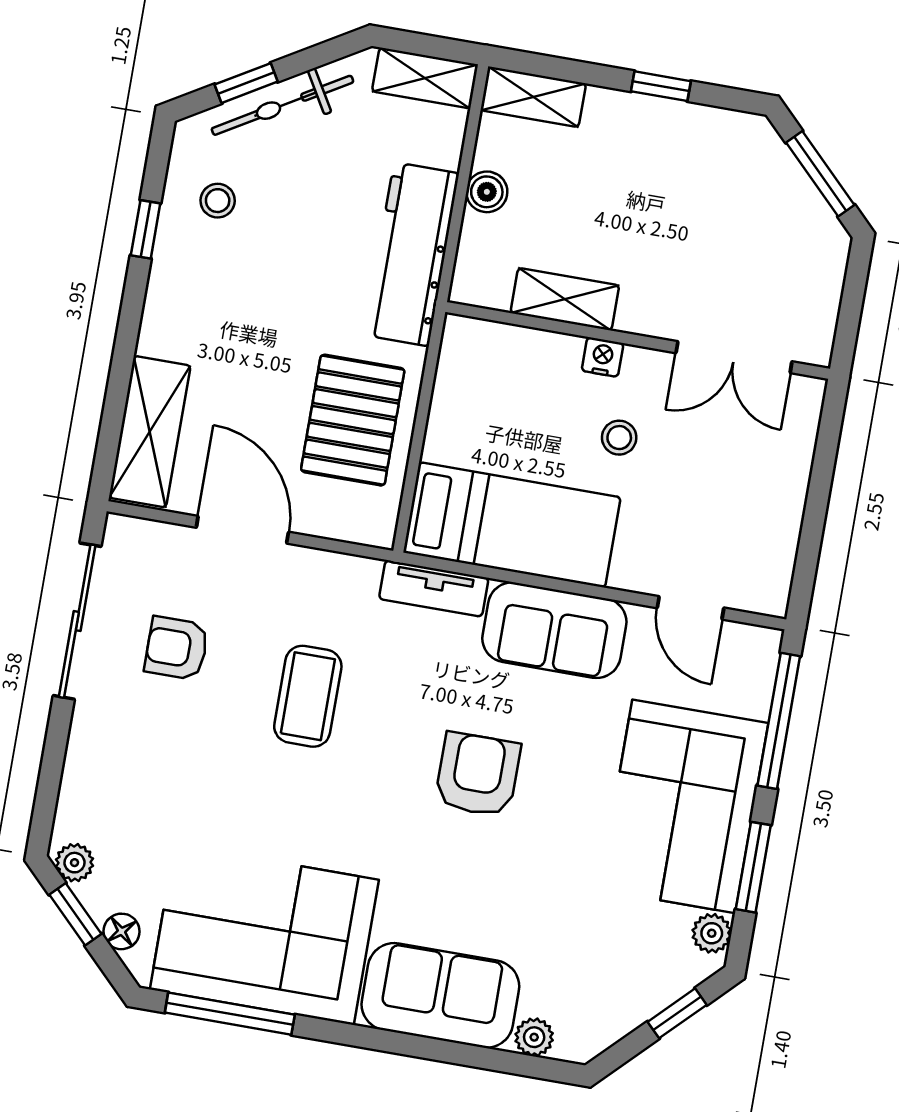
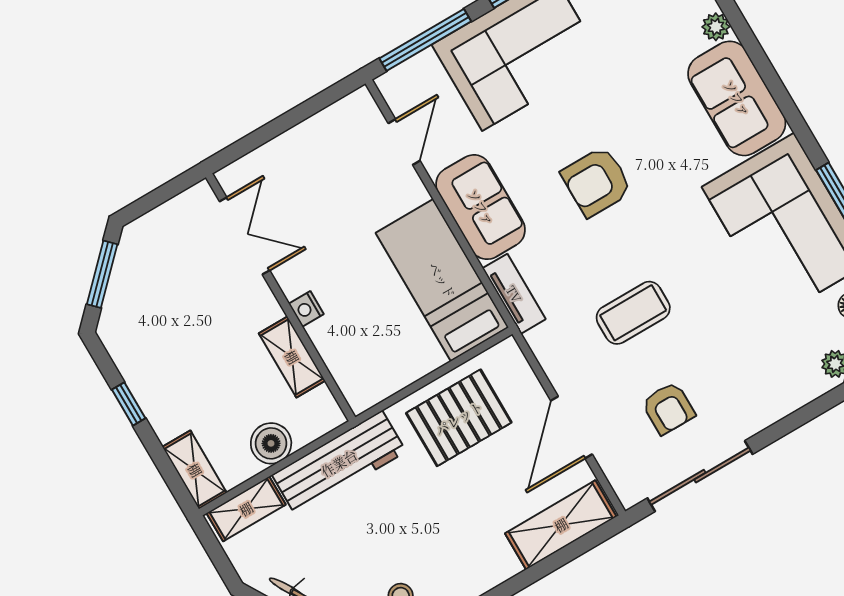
shelving: (425, 78) -> (246, 509), moved, turned 90
boiler: (487, 192) -> (271, 443), width x1.36, depth x1.36
stool: (619, 438) -> (343, 262), removed

